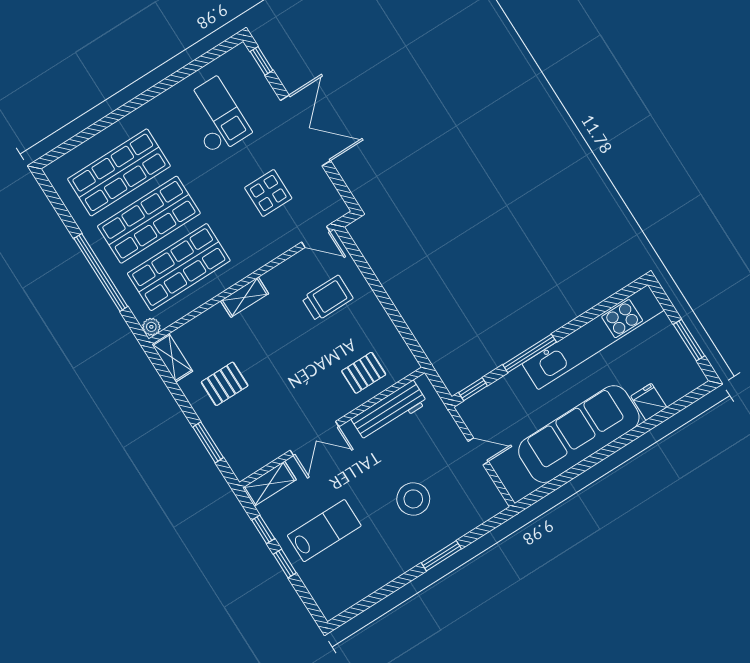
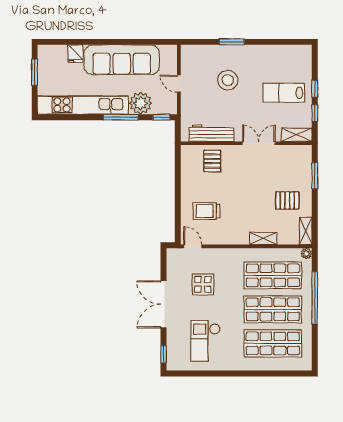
shelving: (245, 297) -> (263, 239), moved
pallet: (364, 373) -> (212, 161), turned 90
plant: (514, 390) -> (141, 103), added

